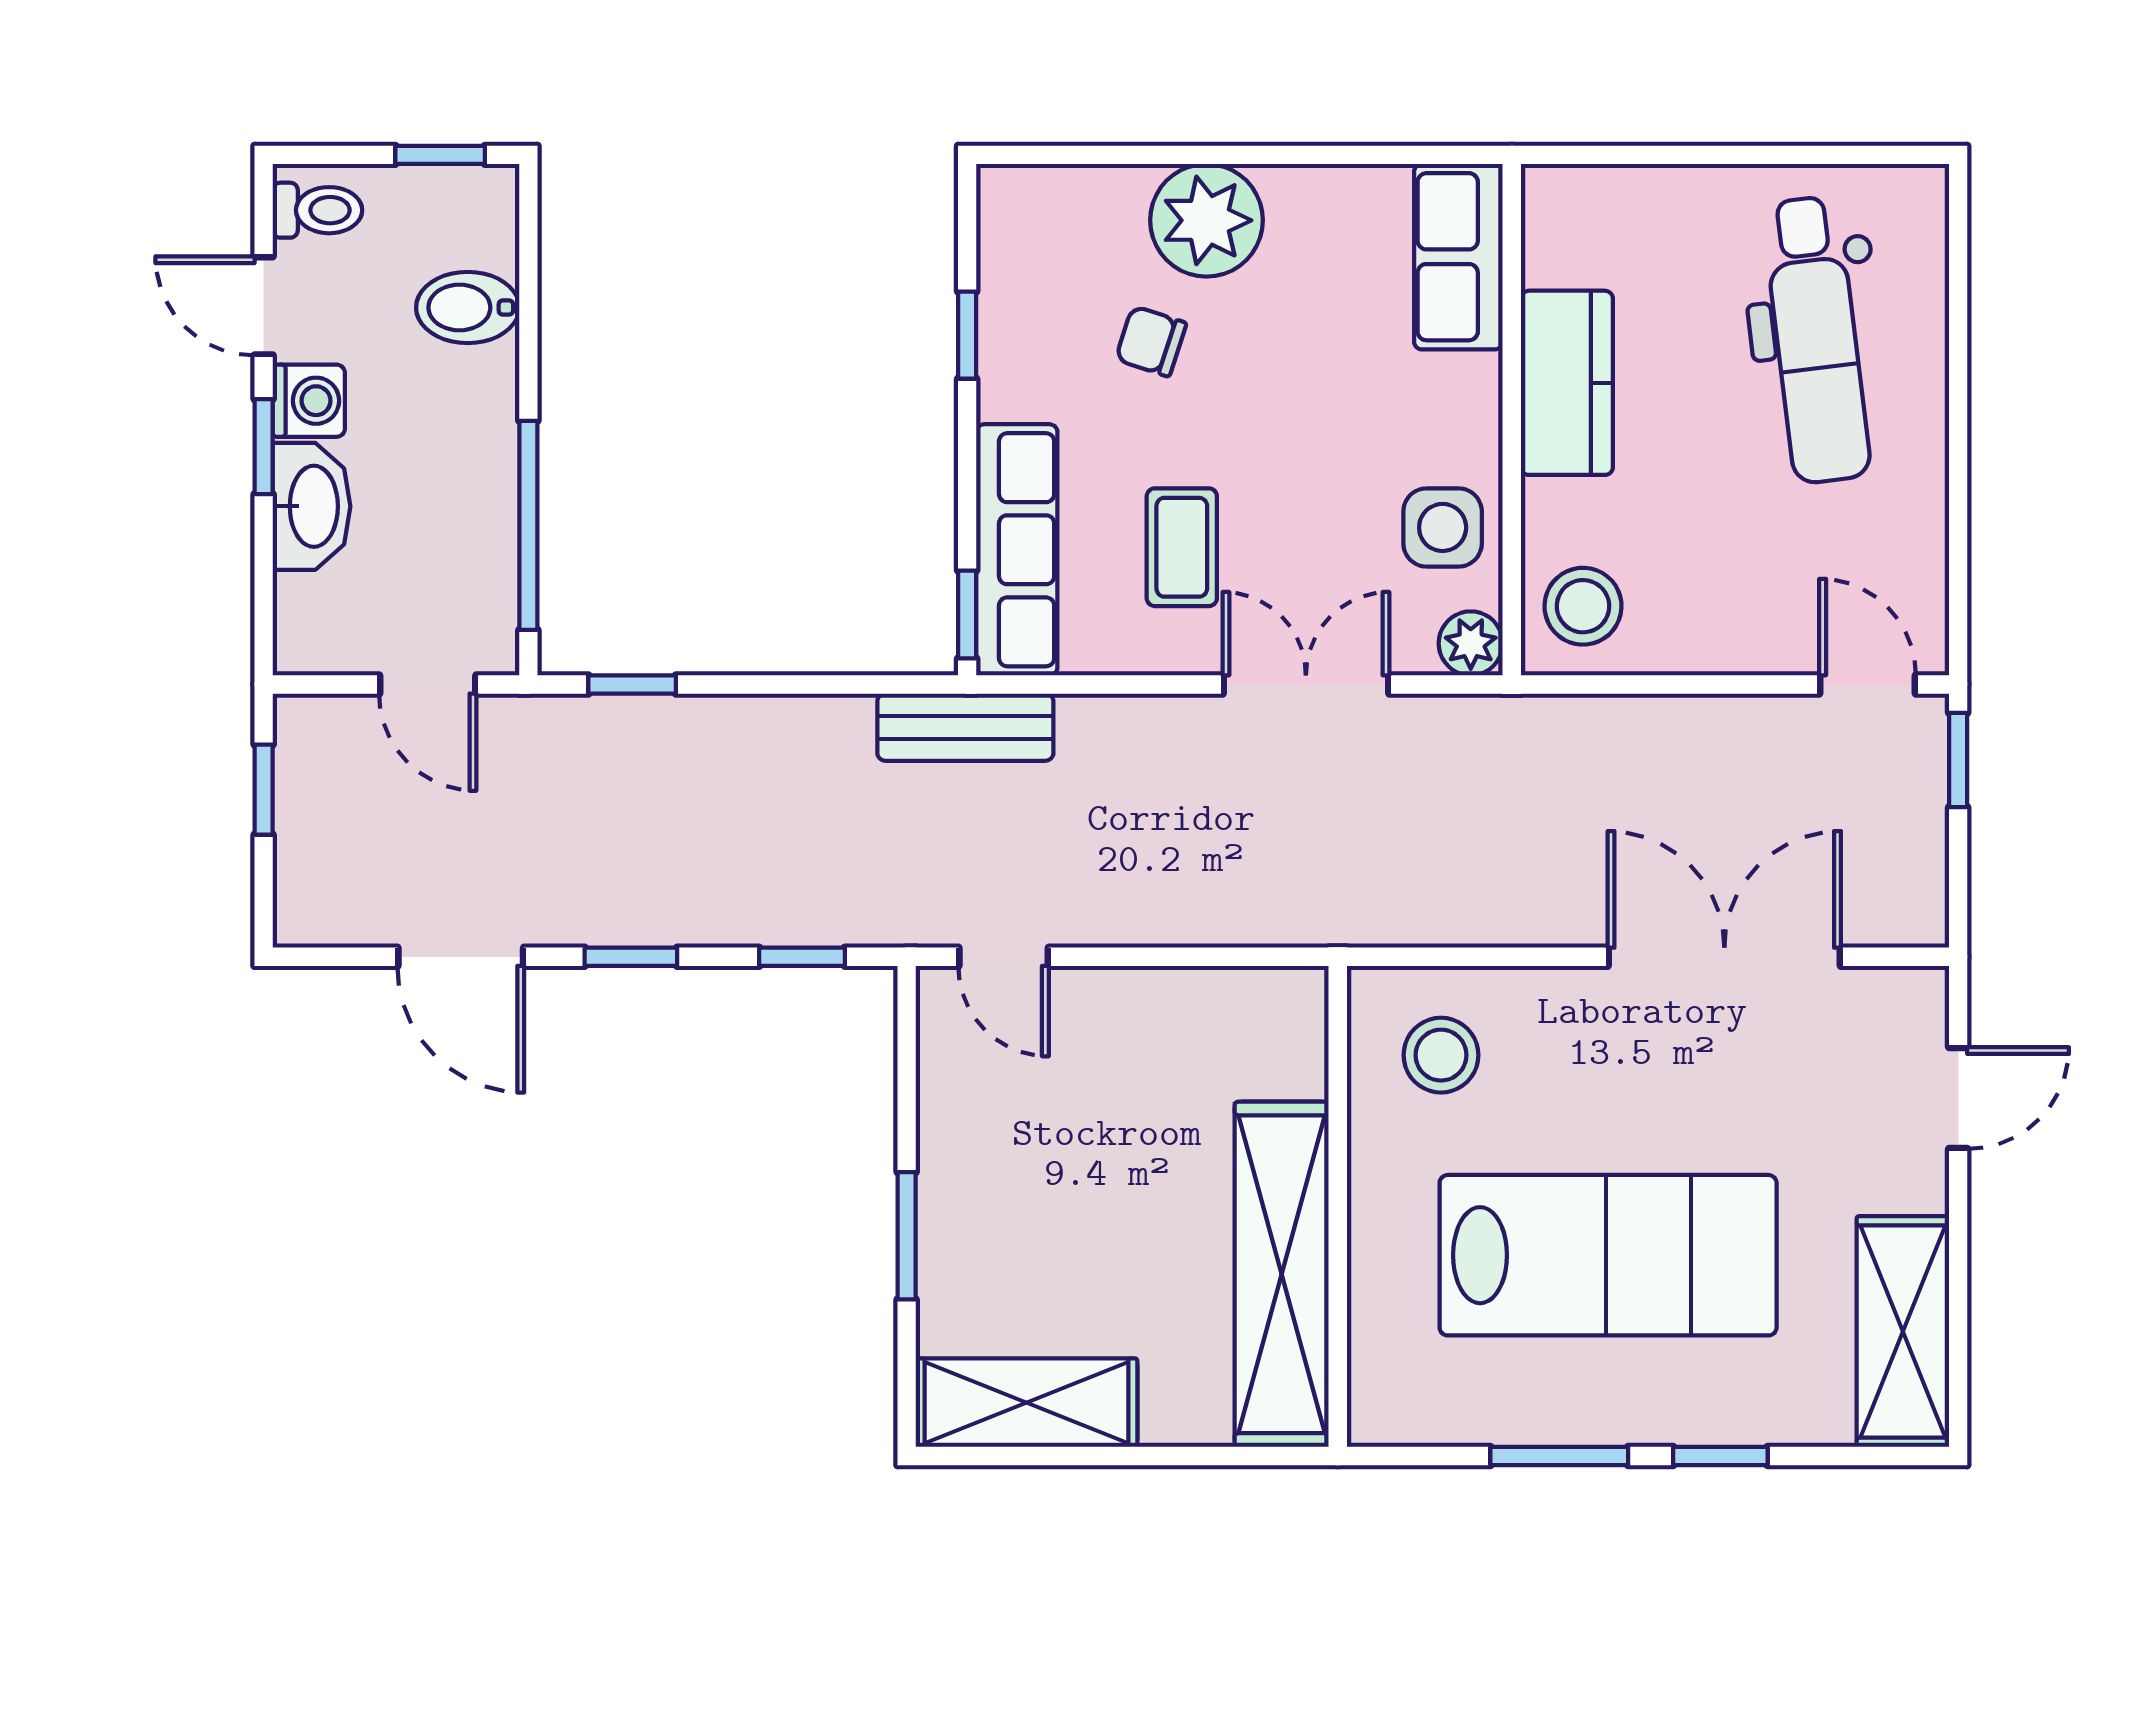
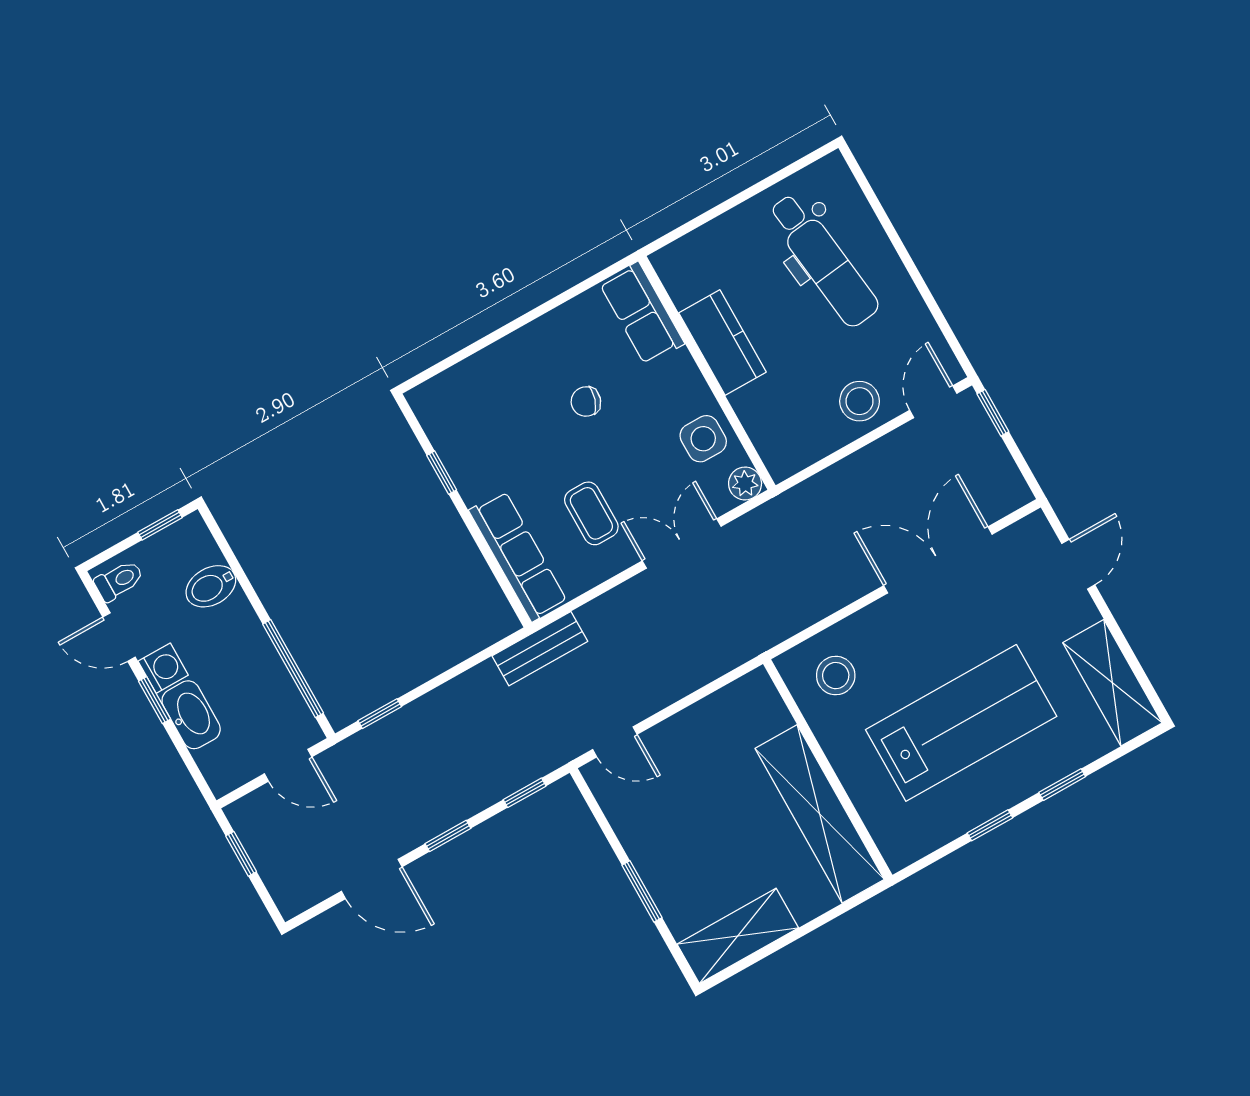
plant: (1206, 220) -> (520, 361), removed
chair: (1151, 341) -> (586, 402), moved
stool: (1583, 606) -> (860, 401), moved
window: (967, 614) -> (512, 598), removed
door: (1868, 684) -> (933, 402), hinge flipped
window: (1559, 1456) -> (990, 825), width x0.67

